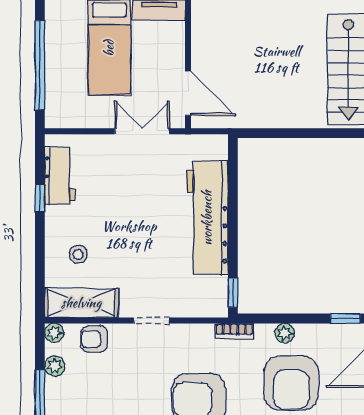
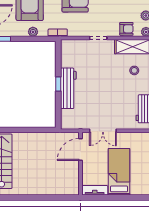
door: (188, 93) -> (80, 149), hinge flipped
workbench: (207, 218) -> (68, 88), width x0.73, depth x0.76
window: (233, 293) -> (58, 84), moved

